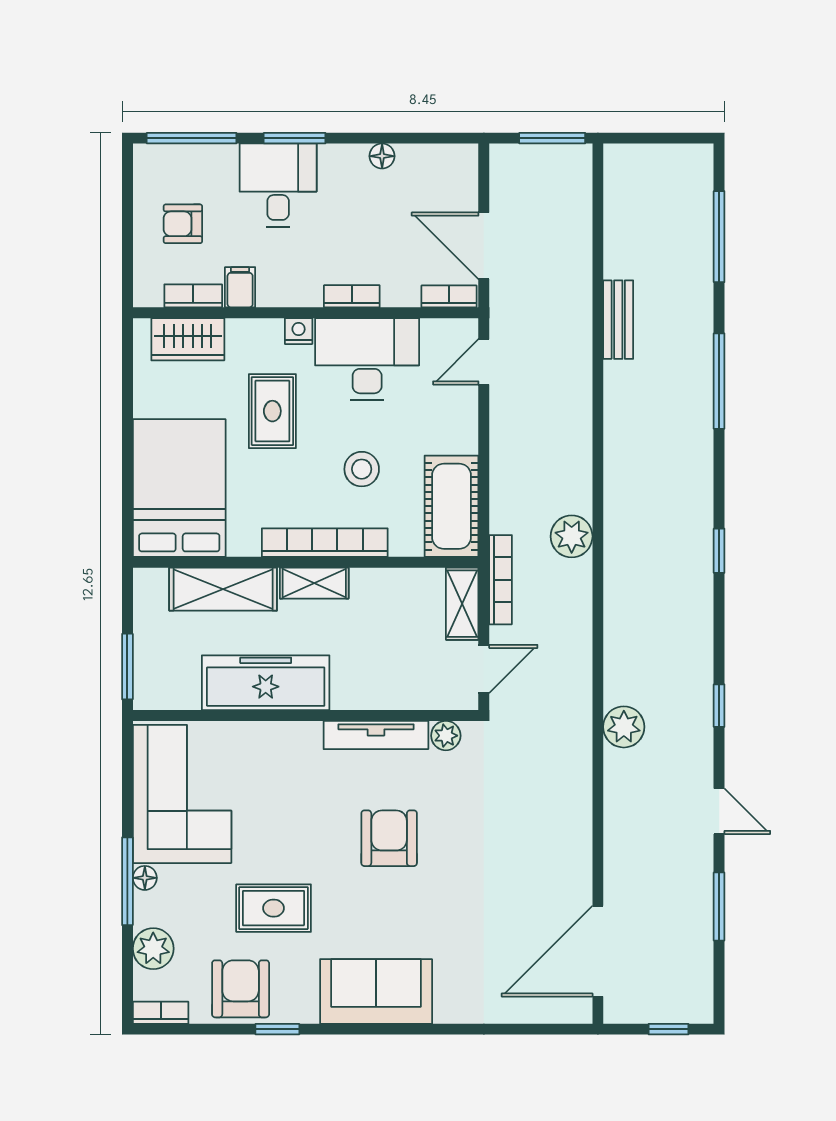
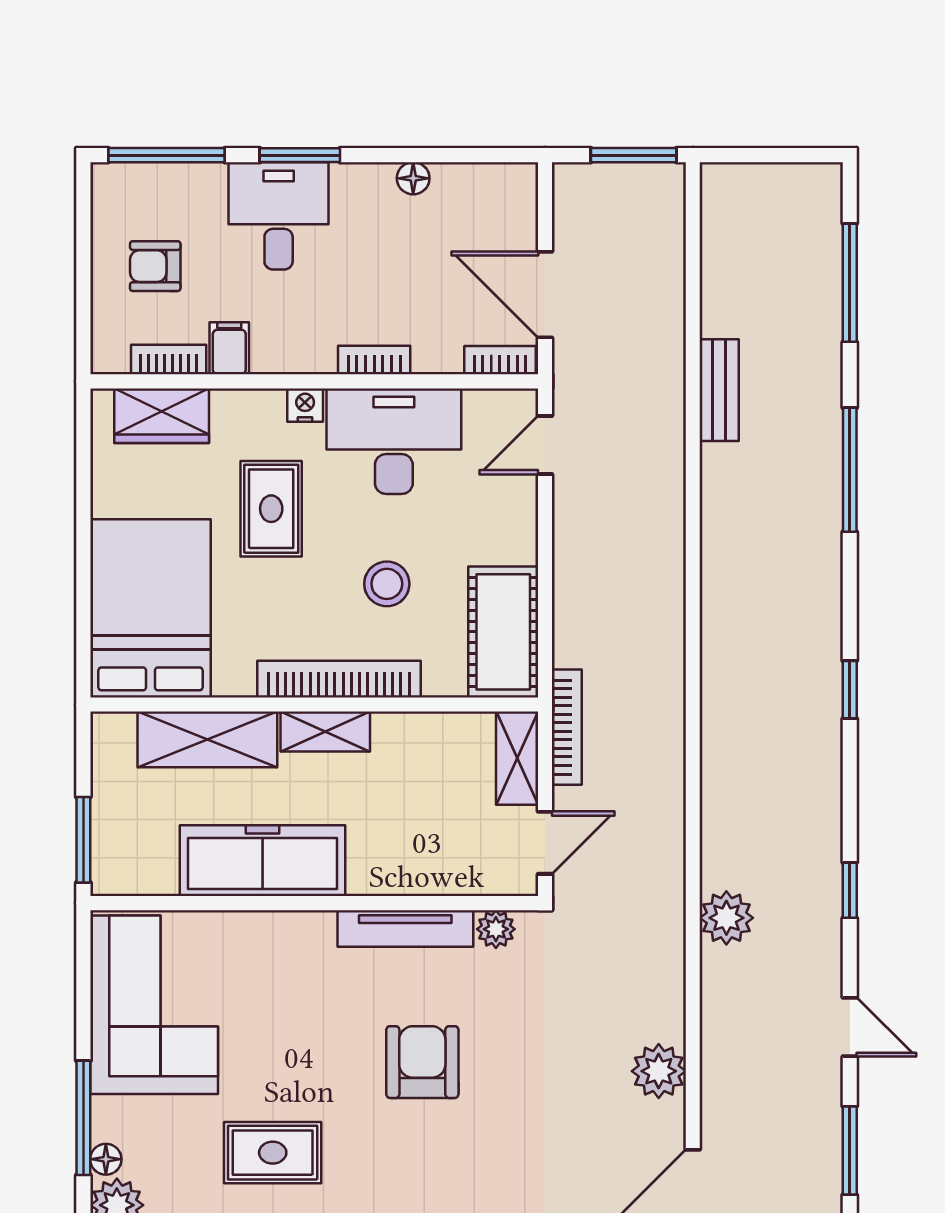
plant: (572, 536) -> (659, 1071), moved
floor lamp: (145, 878) -> (106, 1159), moved

